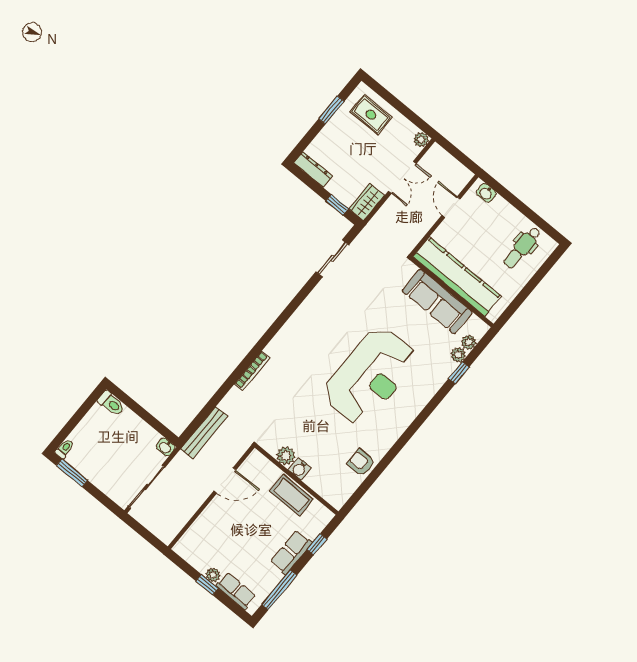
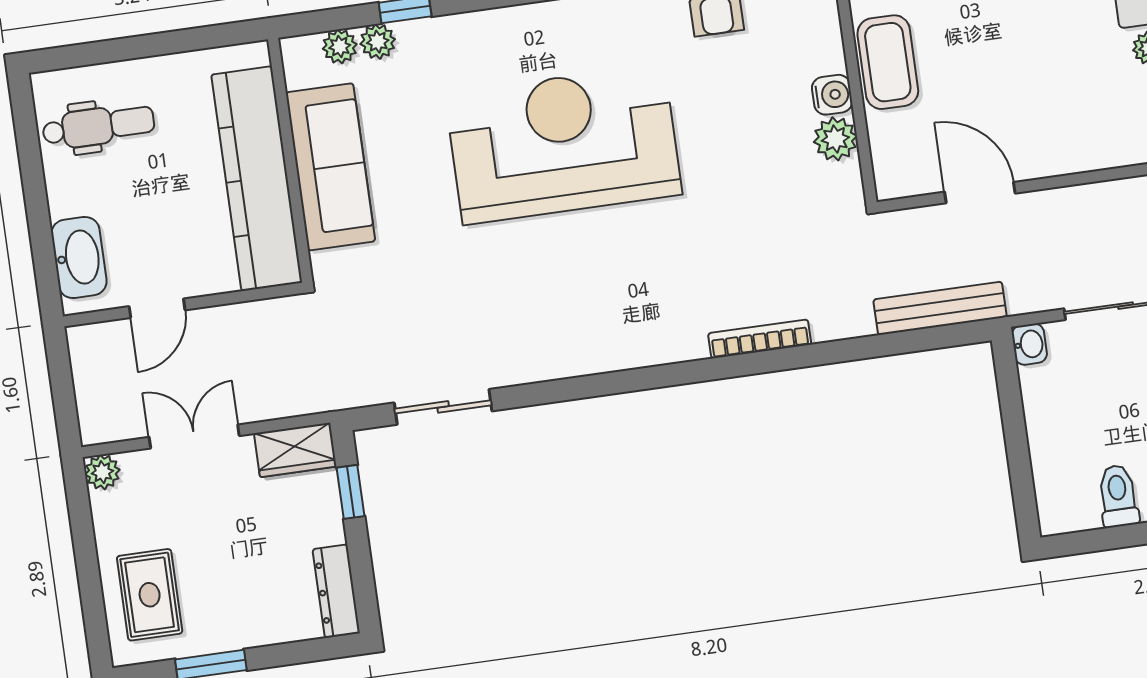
washbasin: (486, 193) -> (79, 257), width x1.91, depth x1.45
toilet: (111, 403) -> (1118, 496), moved

